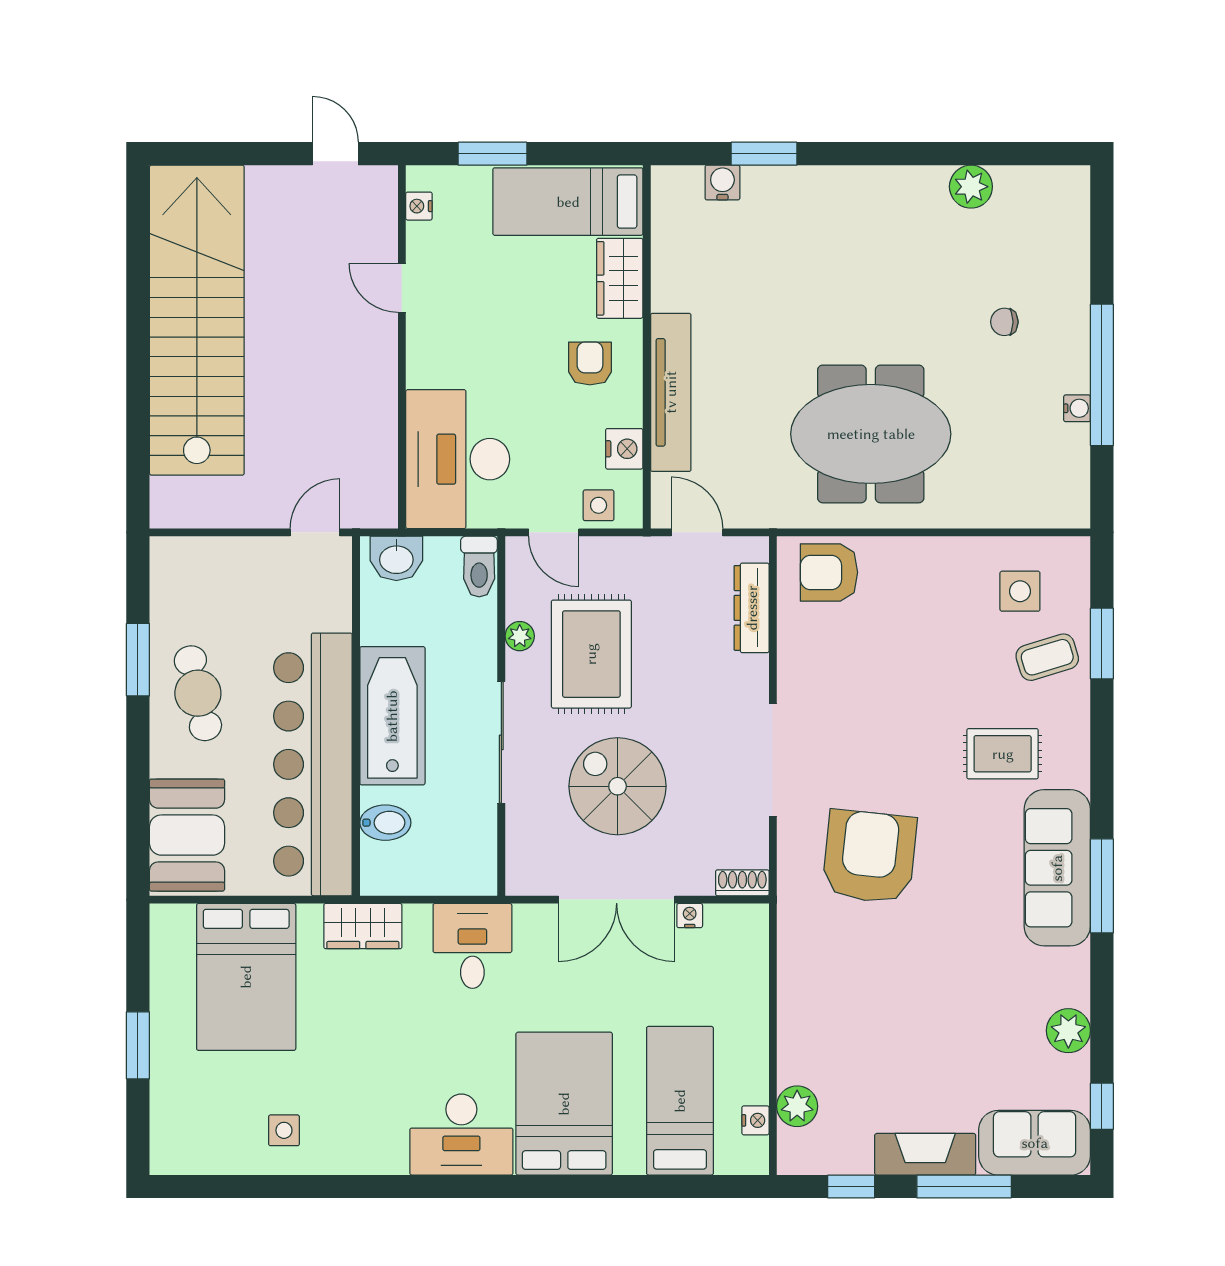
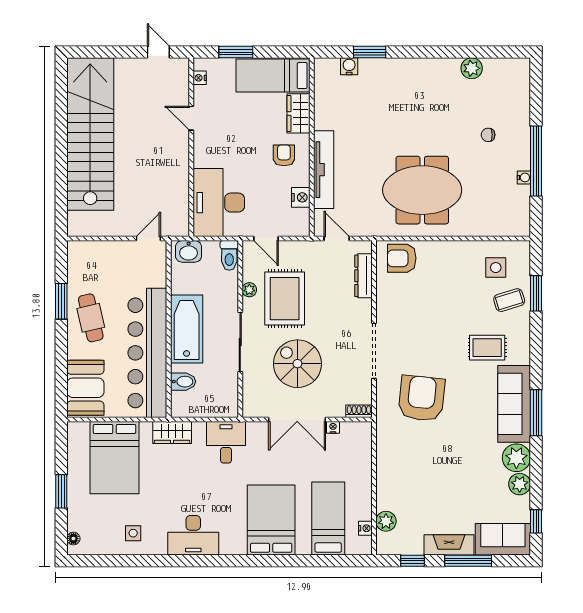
side table: (599, 505) -> (288, 225), removed
plant: (1062, 977) -> (516, 458), added
desk: (461, 1135) -> (193, 535), moved
floor lamp: (163, 1141) -> (73, 539), added

